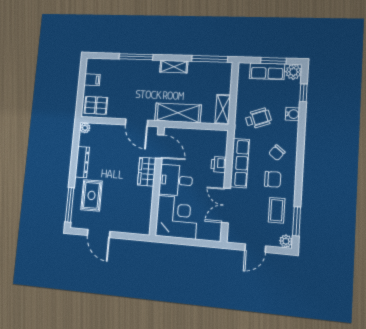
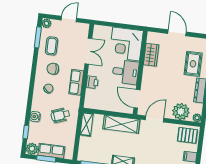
door: (137, 123) -> (155, 119), hinge flipped
plant: (105, 134) -> (181, 111), added
row of seats: (240, 163) -> (76, 82), width x0.68
wardrobe: (147, 172) -> (151, 55), moved
door: (99, 233) -> (177, 33), moved

